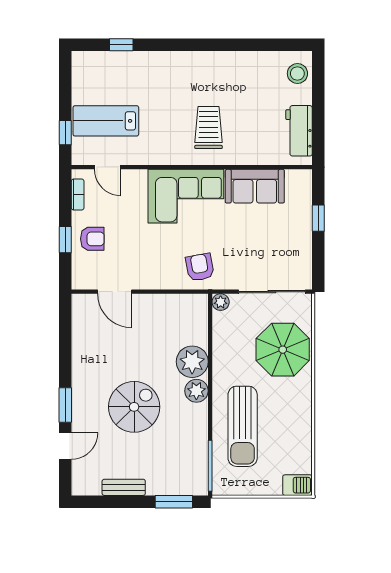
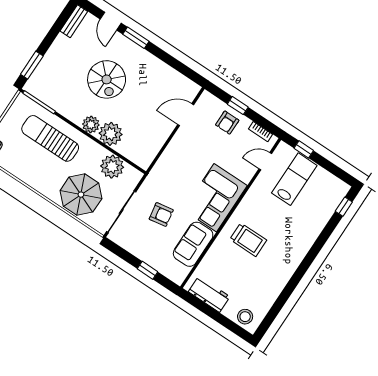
window: (121, 45) -> (344, 207), moved
armchair: (200, 267) -> (161, 214), moved
plant: (221, 302) -> (112, 167), moved, width x1.87, depth x1.87
bench: (124, 487) -> (74, 21), moved

